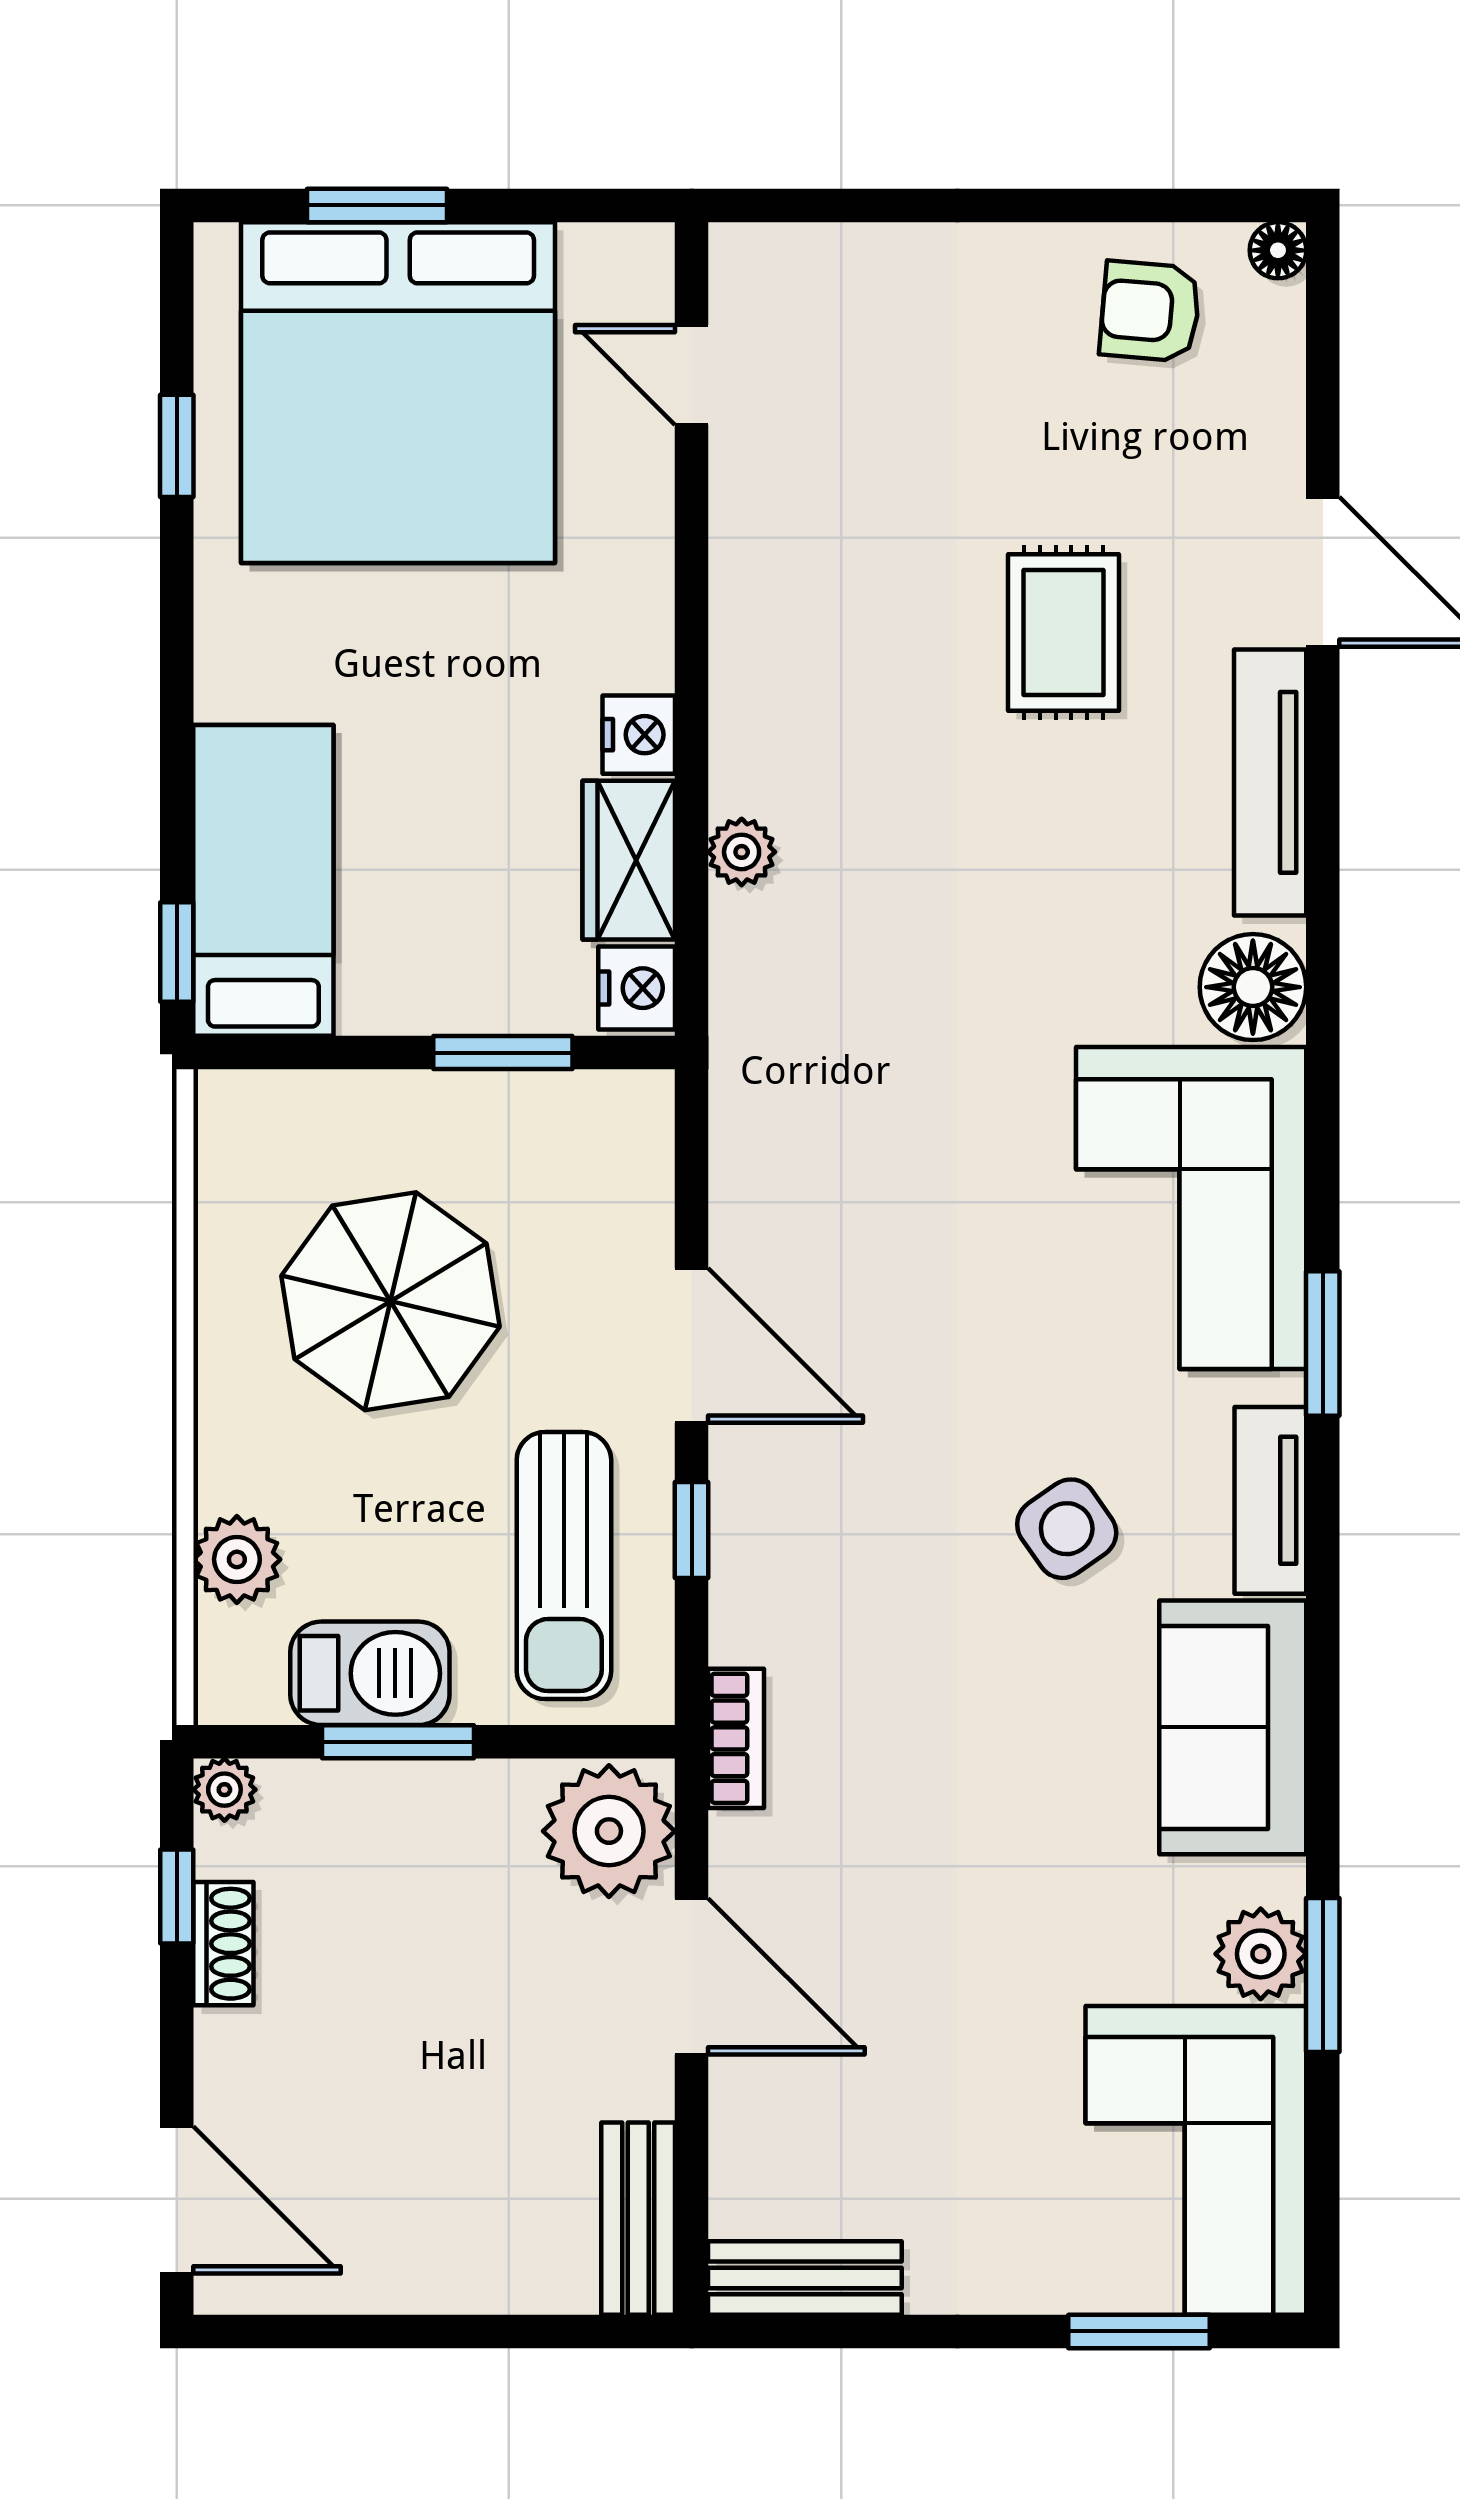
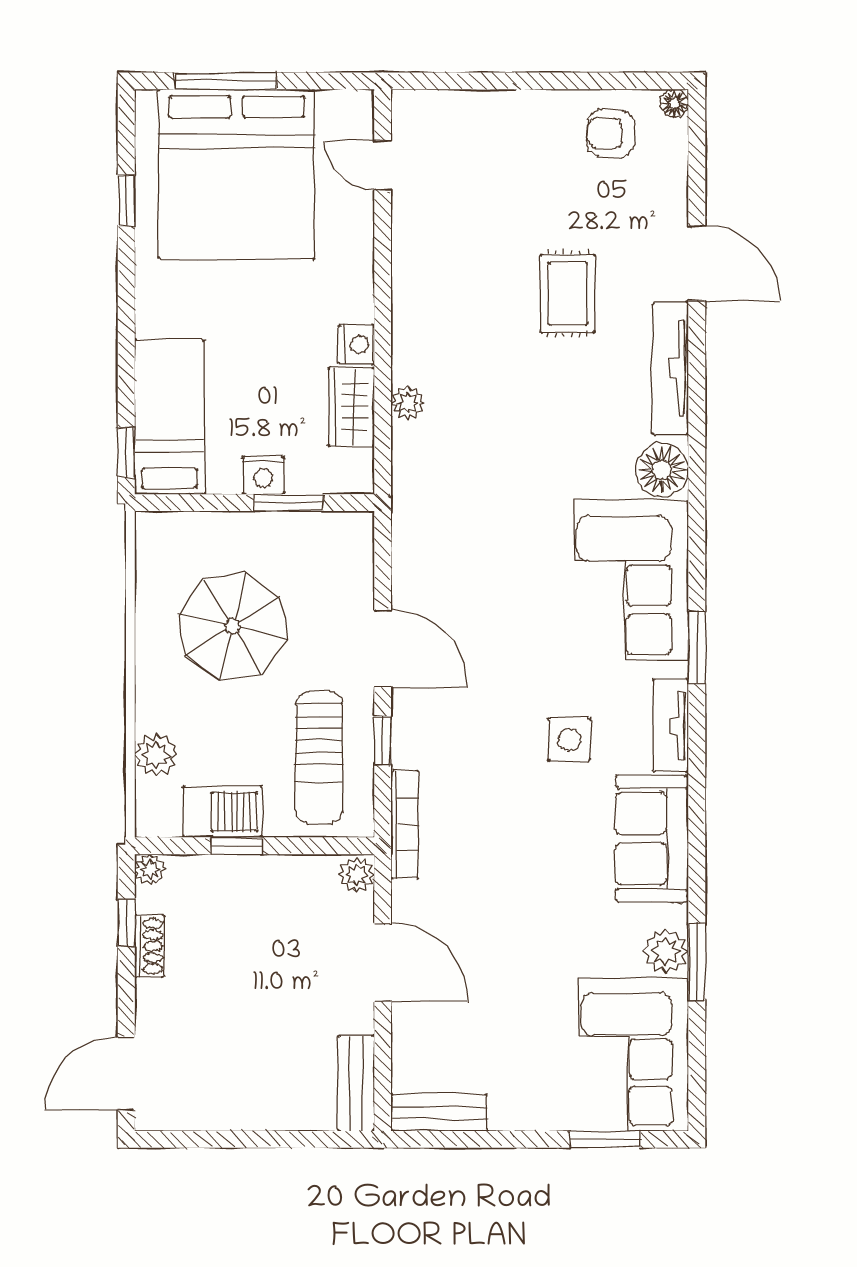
window: (377, 205) -> (226, 81), width x1.44
nightstand: (637, 988) -> (263, 475), moved, turned 90
side table: (1067, 1529) -> (569, 740), turned 35
bookcase: (736, 1738) -> (405, 824), width x1.56
window: (398, 1742) -> (236, 846), width x0.67
plant: (609, 1831) -> (357, 875), width x0.53, depth x0.53
door: (177, 2200) -> (126, 1074), swing flipped

